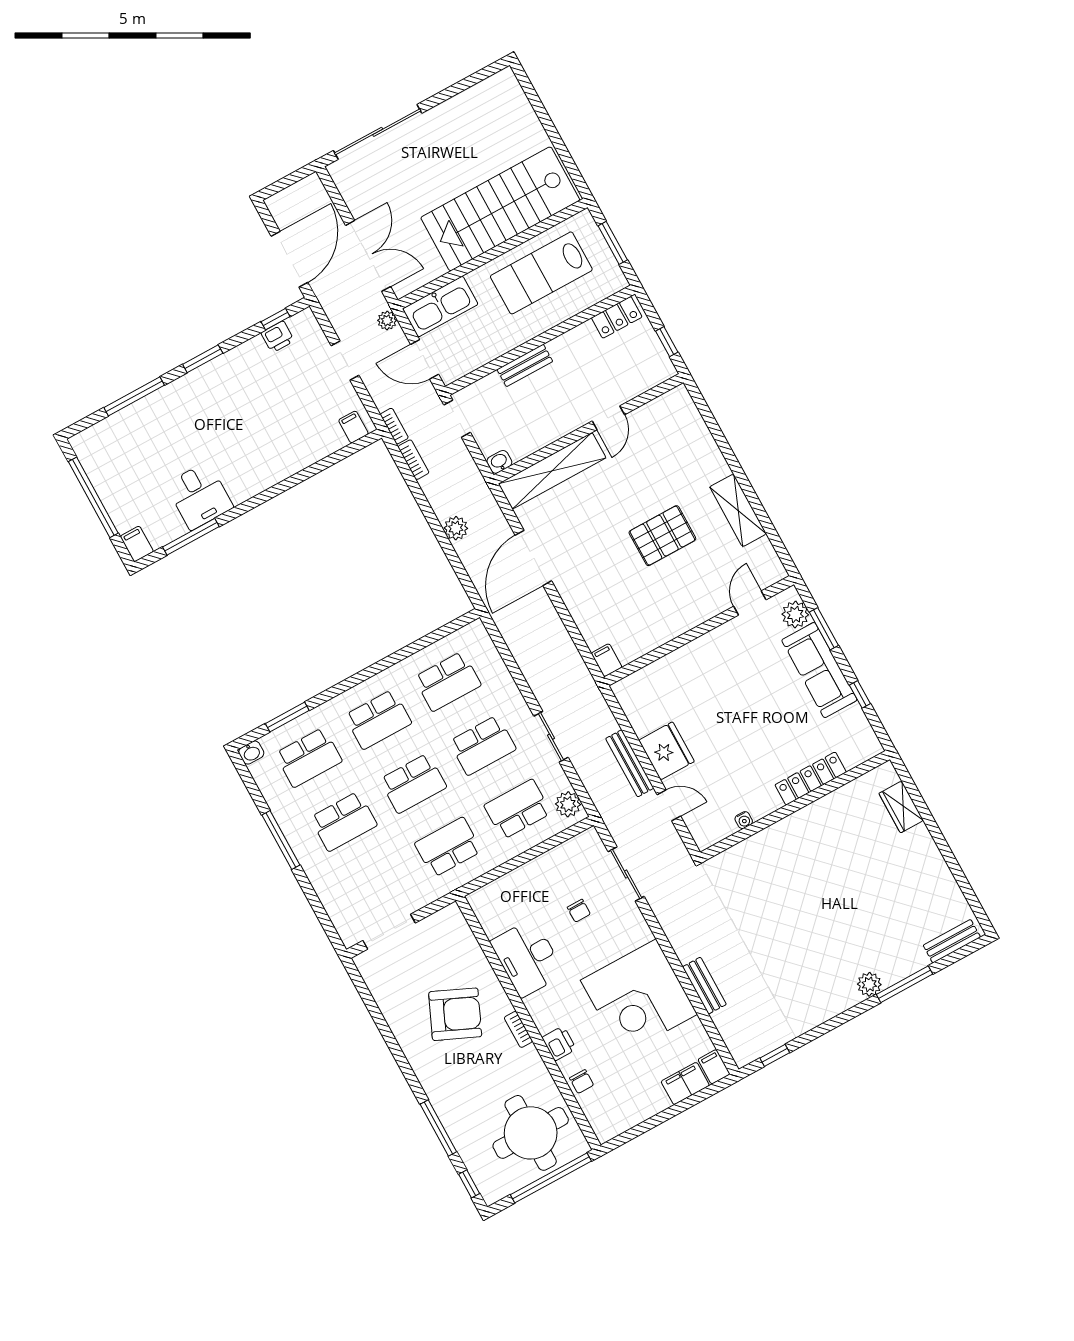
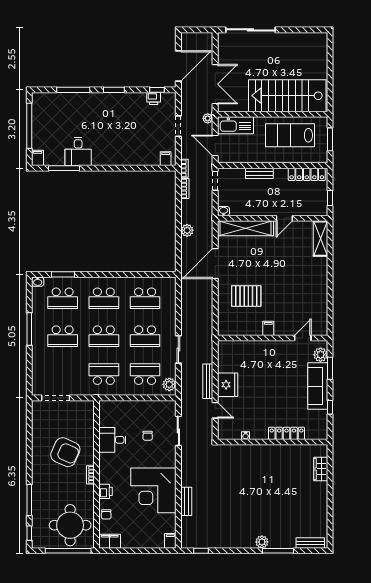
locker: (617, 317) -> (307, 174), width x1.53
shelving: (738, 510) -> (320, 239), moved
pallet: (662, 536) -> (246, 296), moved
filing cabinet: (607, 660) -> (268, 328), moved
desk: (527, 958) -> (112, 440), width x0.73
filing cabinet: (685, 1083) -> (110, 541), moved

